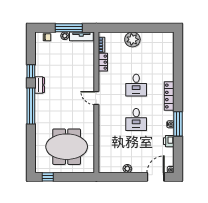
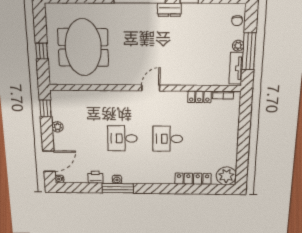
plant: (132, 39) -> (226, 176), moved
locker: (169, 96) -> (193, 179), moved
window: (48, 177) -> (42, 51), moved
window: (113, 177) -> (45, 108), added
door: (156, 177) -> (49, 161), hinge flipped

